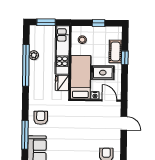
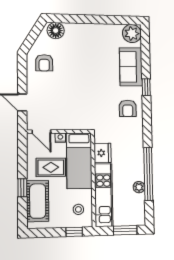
window: (99, 23) -> (74, 232), moved
cot: (115, 51) -> (38, 201), width x1.37, depth x1.34
window: (25, 135) -> (146, 87), width x0.46

